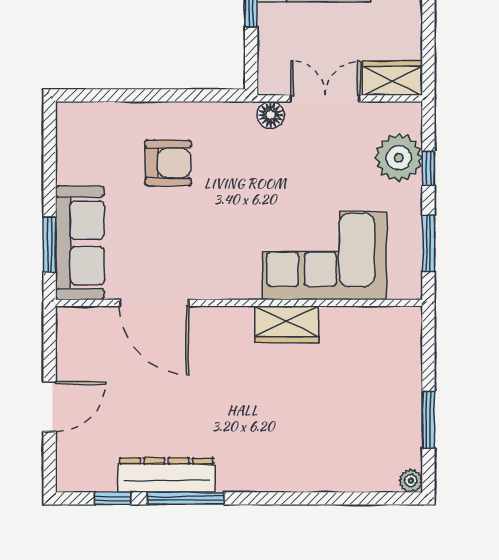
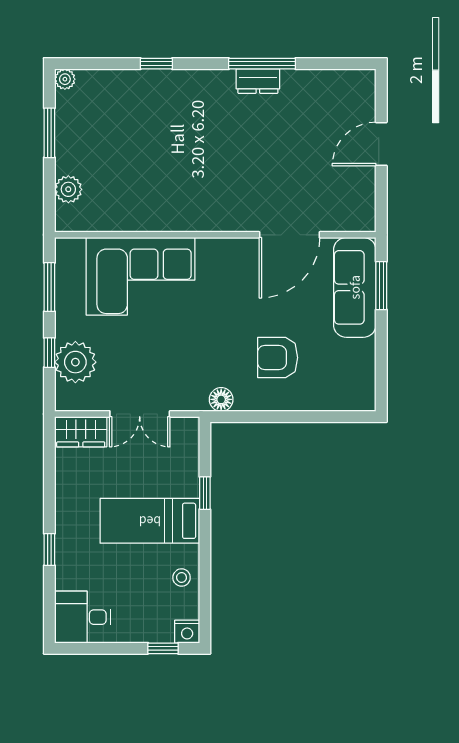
floor lamp: (271, 115) -> (221, 399), moved
door: (154, 303) -> (290, 235), swing flipped
wardrobe: (287, 324) -> (174, 216), removed
plant: (407, 355) -> (68, 189), added
dresser: (167, 475) -> (258, 81), width x0.51, depth x0.80
window: (112, 498) -> (156, 64), moved

